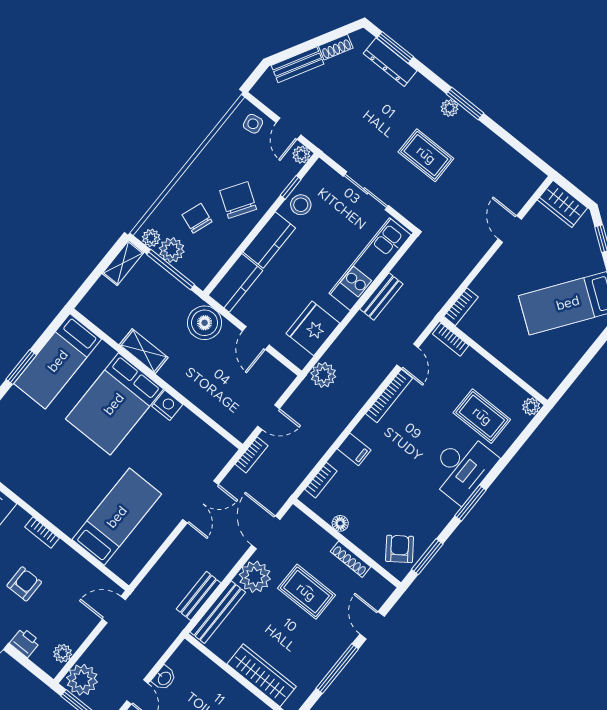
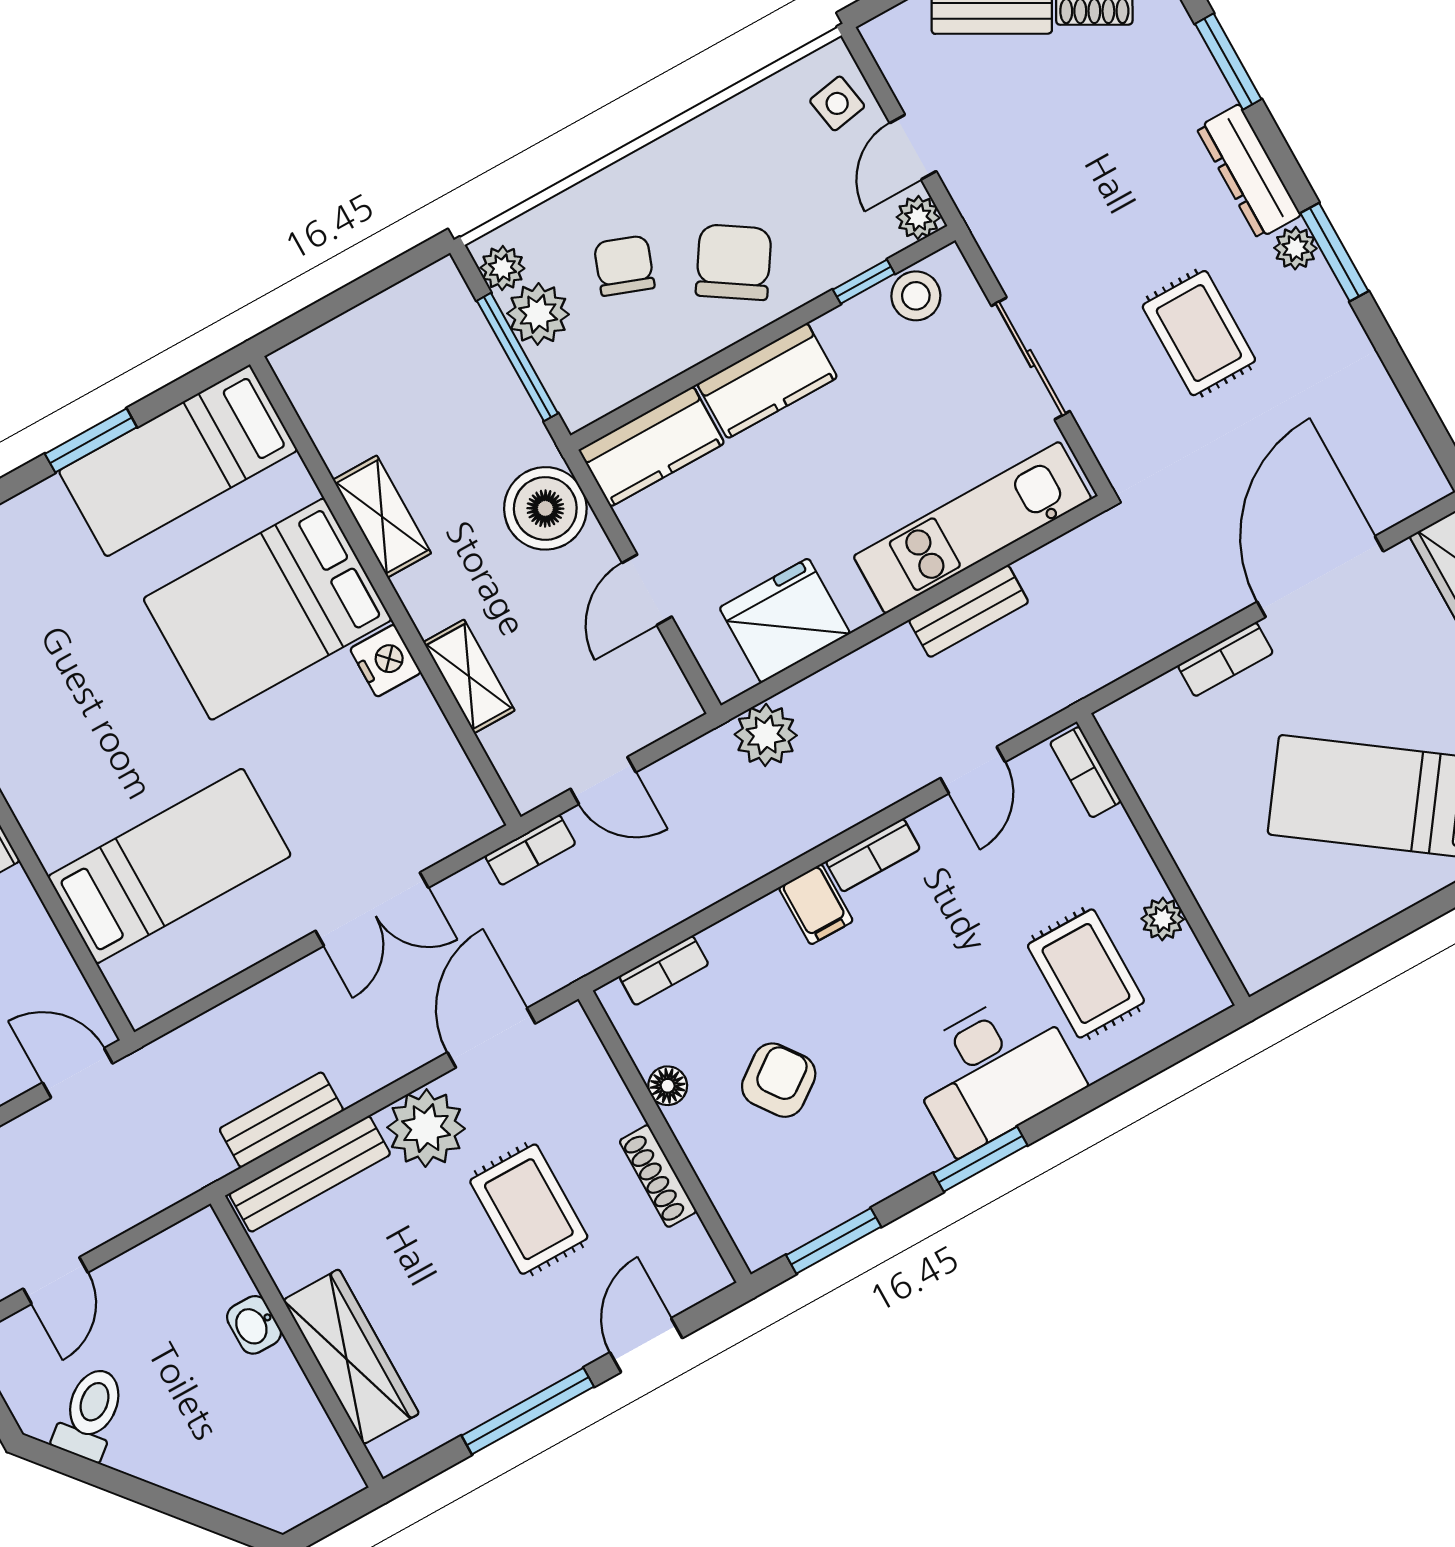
dresser: (390, 62) -> (1249, 172), moved
stool: (301, 205) -> (916, 296), moved
door: (510, 229) -> (1320, 577), width x1.87
shelving: (123, 263) -> (469, 676), moved, turned 90
bookcase: (461, 307) -> (1225, 659), moved
bookcase: (389, 396) -> (873, 855), width x0.64
plant: (531, 406) -> (1163, 919), moved
filing cabinet: (354, 449) -> (816, 904), moved
armchair: (400, 549) -> (779, 1080), moved
washbasin: (164, 678) -> (254, 1325), moved, turned 90

